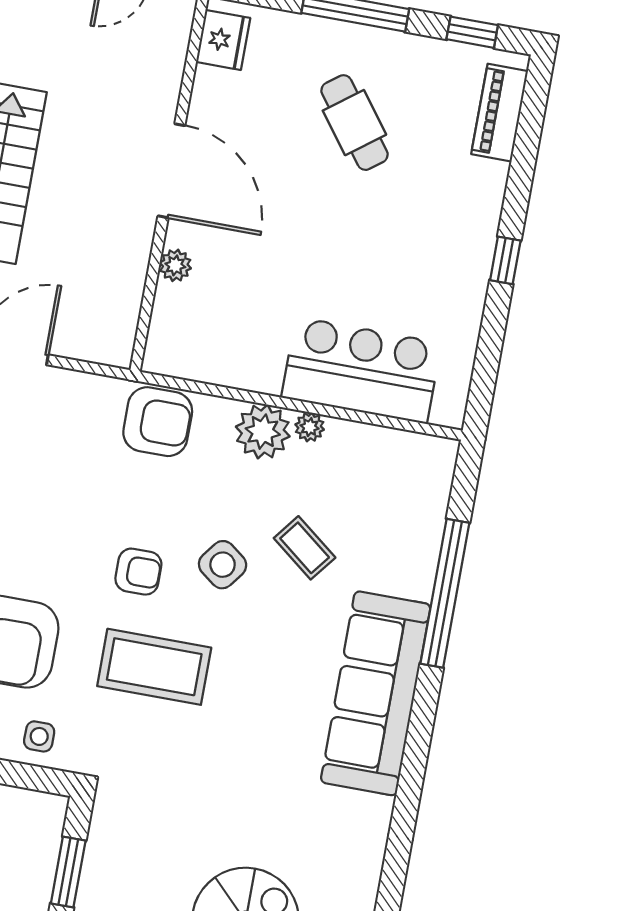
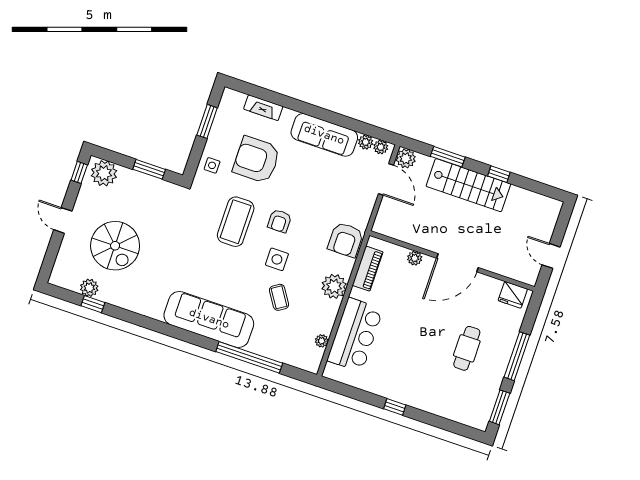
window: (472, 32) -> (500, 407), width x1.50
piano: (500, 113) -> (368, 269), moved, turned 90
cafe table: (354, 123) -> (467, 348), turned -53
plant: (310, 427) -> (322, 341), moved
coffee table: (305, 548) -> (279, 297), turned -71
side table: (223, 565) -> (277, 259), turned -37

